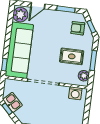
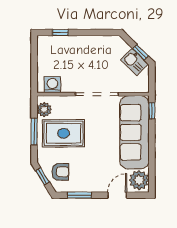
rug: (72, 56) -> (64, 133), width x1.36, depth x1.43

